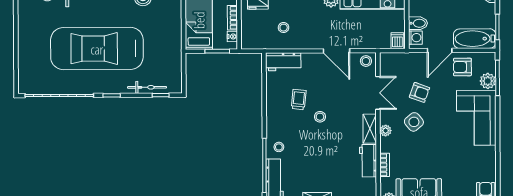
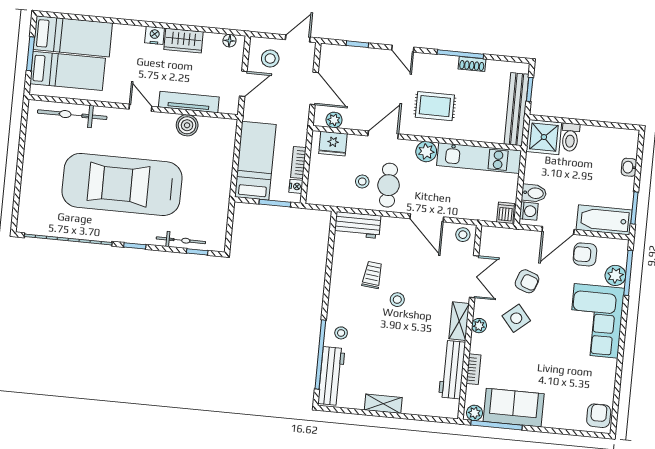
cafe table: (304, 28) -> (389, 185), added
workbench: (368, 161) -> (452, 370), width x1.38

